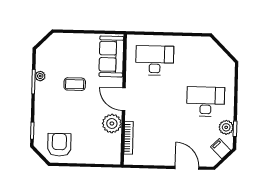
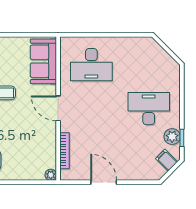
desk: (155, 60) -> (91, 65), turned 180
plant: (112, 123) -> (51, 175), moved, width x0.53, depth x0.53
door: (187, 168) -> (104, 182), moved

